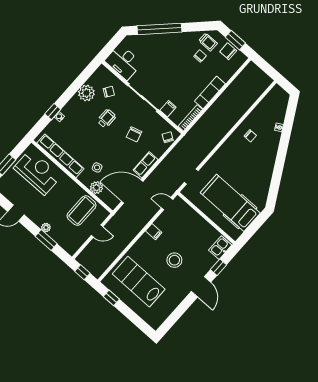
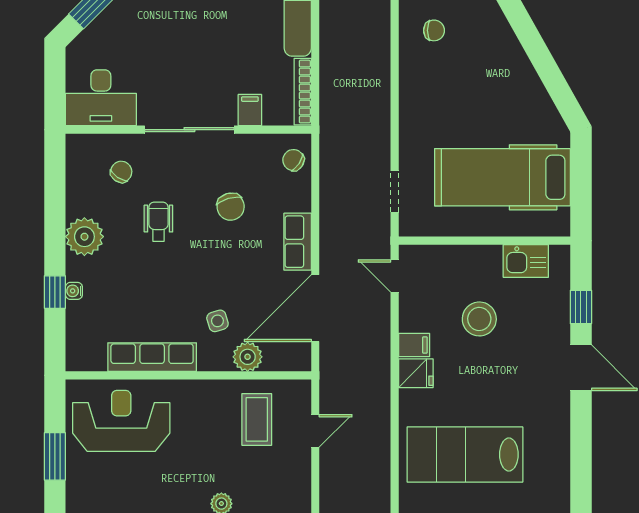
plant: (86, 93) -> (84, 237), moved
row of seats: (60, 156) -> (152, 357), width x0.73
door: (167, 204) -> (395, 276), hinge flipped
coffee table: (82, 211) -> (257, 419), width x0.73, depth x0.76
fridge: (146, 241) -> (416, 373), added
kitchen sink: (220, 248) -> (526, 261), moved, turned -90
stool: (174, 260) -> (479, 319), moved

